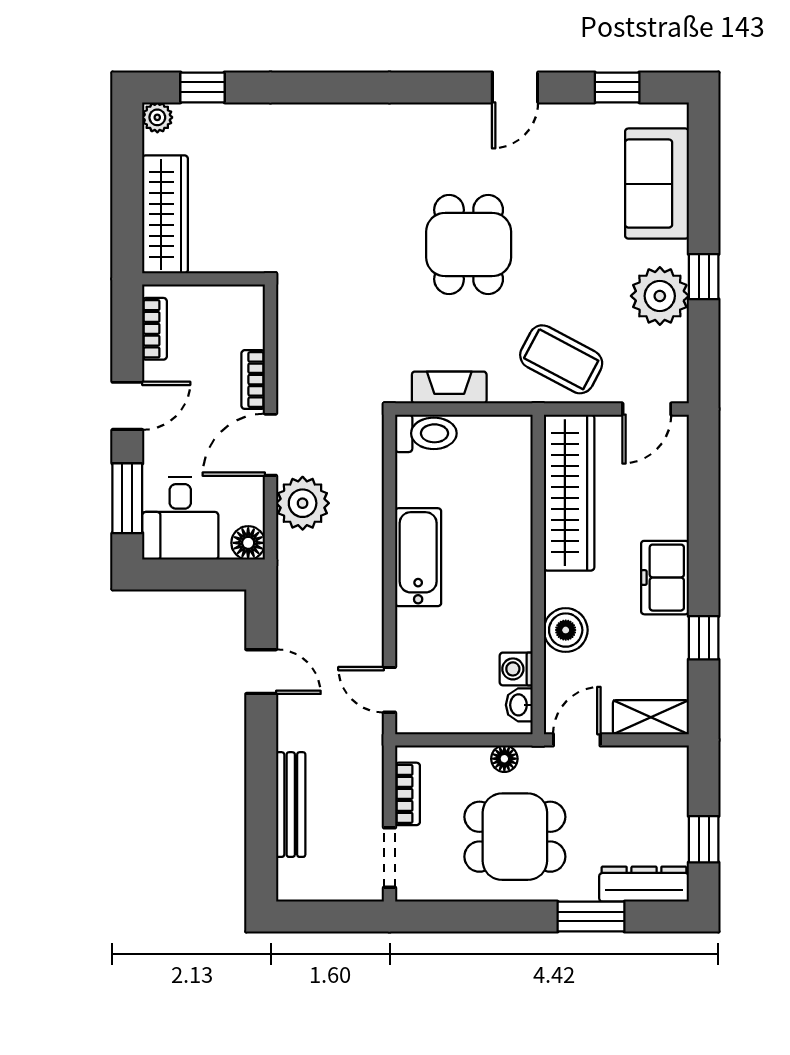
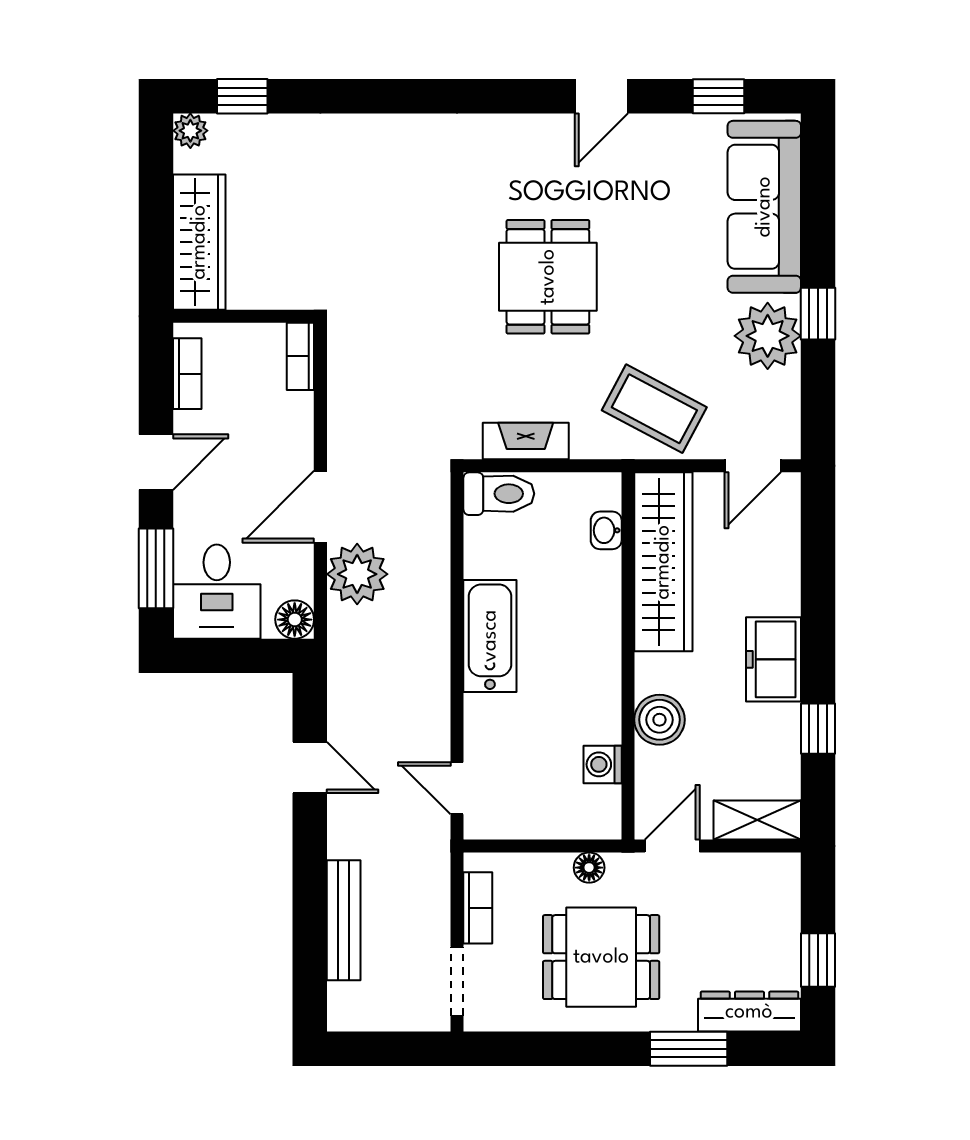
sofa: (657, 184) -> (764, 207), width x1.36
bookcase: (253, 380) -> (300, 356), moved
washbasin: (519, 705) -> (606, 530), moved

